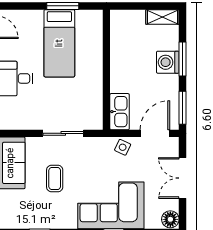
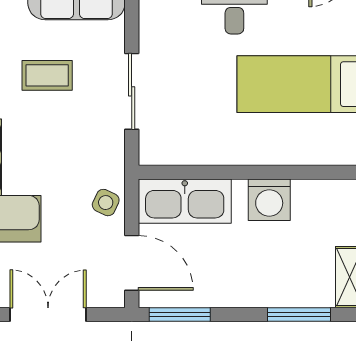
window: (182, 59) -> (299, 315), moved
washing machine: (168, 62) -> (269, 200), moved, turned 180
kitchen sink: (120, 112) -> (185, 201), width x1.36, depth x1.24

